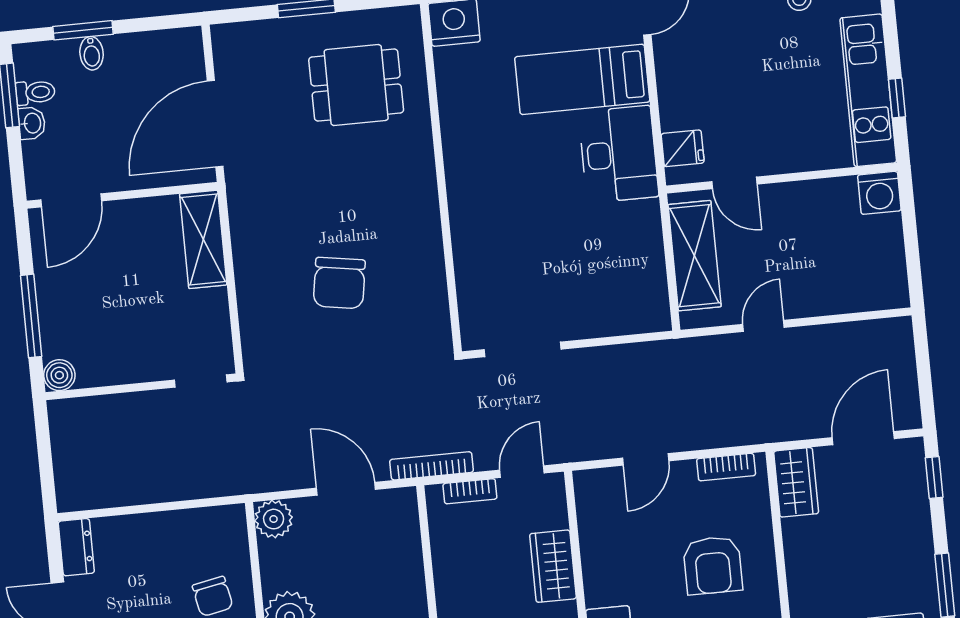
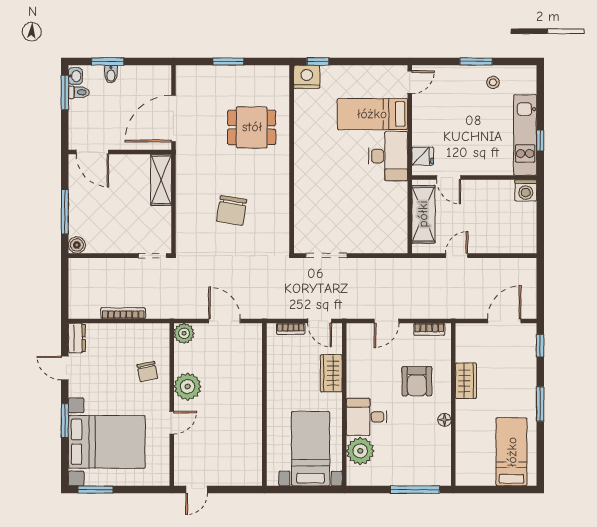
dining table: (356, 85) -> (252, 127), moved
washbasin: (32, 123) -> (75, 76), moved
door: (71, 200) -> (92, 152), hinge flipped
bookcase: (432, 466) -> (123, 313), moved
door: (522, 472) -> (320, 321), swing flipped
wardrobe: (796, 482) -> (466, 381), moved

